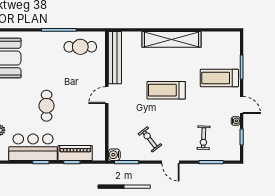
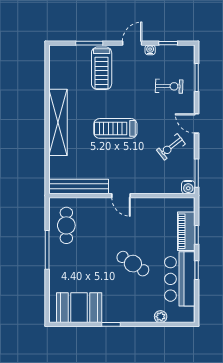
treadmill: (166, 90) -> (115, 128), turned 90
cafe table: (47, 106) -> (133, 264), turned 33
door: (171, 162) -> (197, 123), swing flipped

